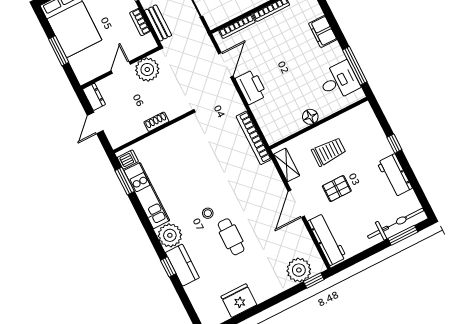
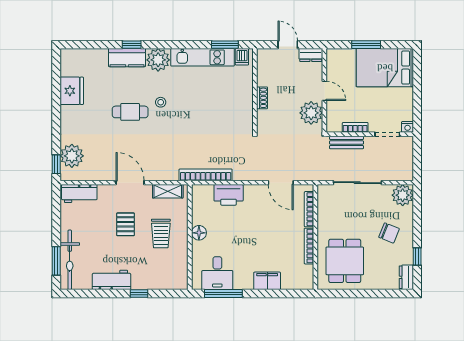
printer: (251, 87) -> (229, 195), moved
workbench: (327, 239) -> (79, 194), width x0.73

